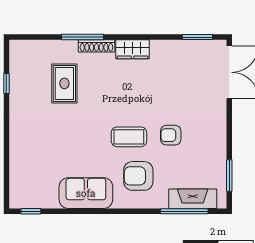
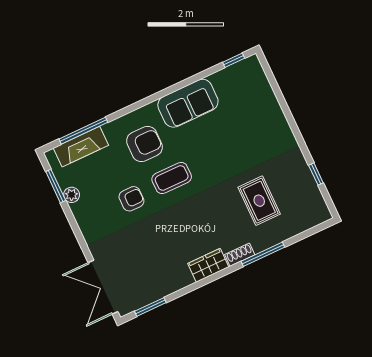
shoe rack: (96, 46) -> (240, 255), width x0.70
plant: (219, 162) -> (72, 195), added

